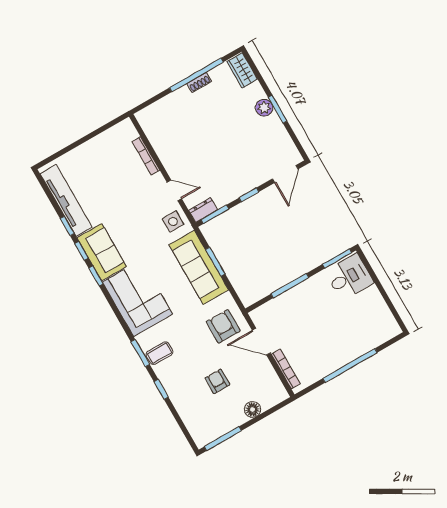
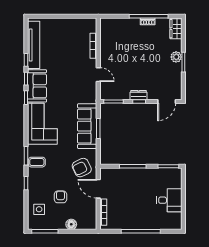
dresser: (203, 210) -> (139, 95), moved
side table: (173, 222) -> (39, 209), moved
desk: (349, 277) -> (169, 200), moved
armchair: (223, 326) -> (82, 168), turned -116

